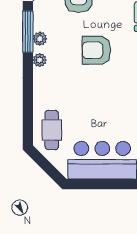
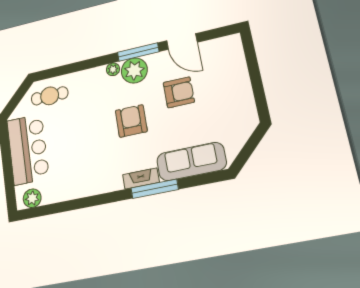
plant: (40, 39) -> (134, 70), width x1.88, depth x1.88

